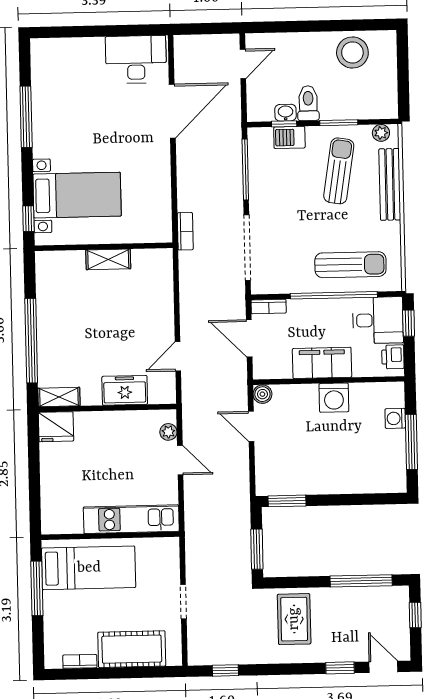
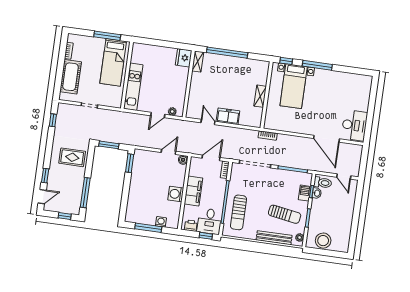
stool: (352, 52) -> (323, 241), moved
toilet: (308, 103) -> (323, 183), moved
window: (26, 117) -> (317, 65), moved
freezer: (125, 390) -> (228, 116), moved, turned -90

